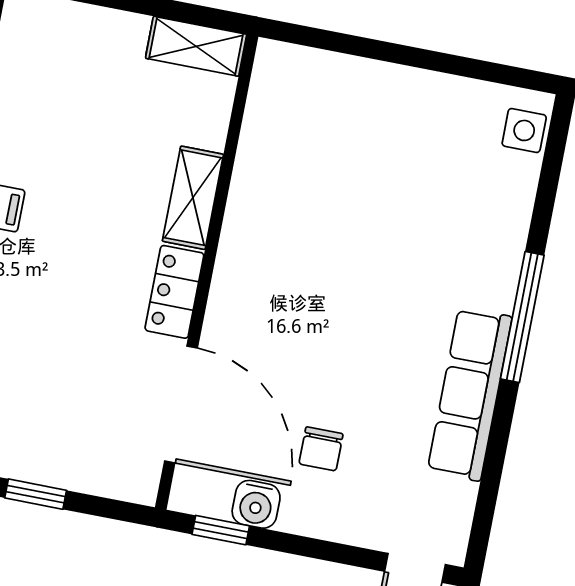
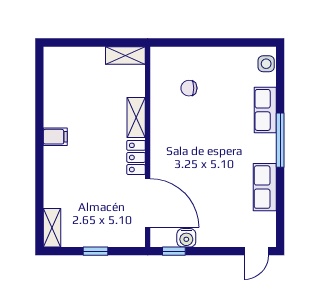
row of seats: (501, 239) -> (265, 110), added
row of seats: (470, 394) -> (265, 187), width x0.68
chair: (321, 449) -> (189, 88), moved, turned 90

